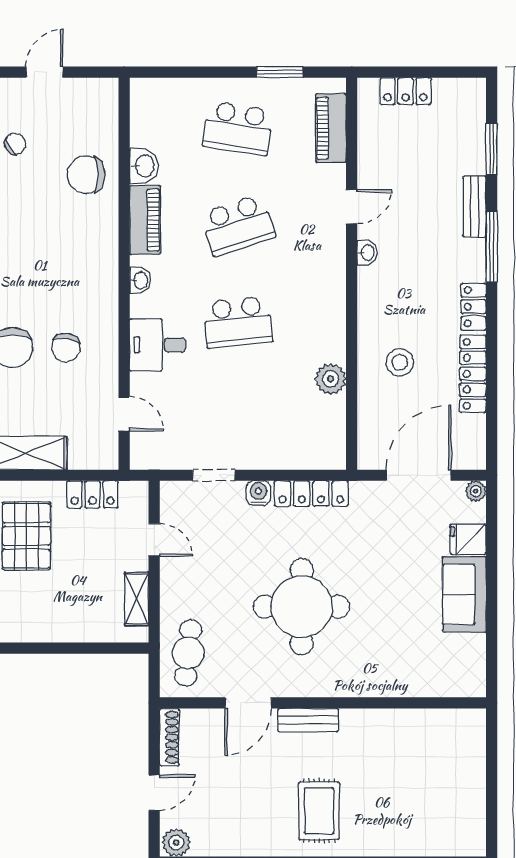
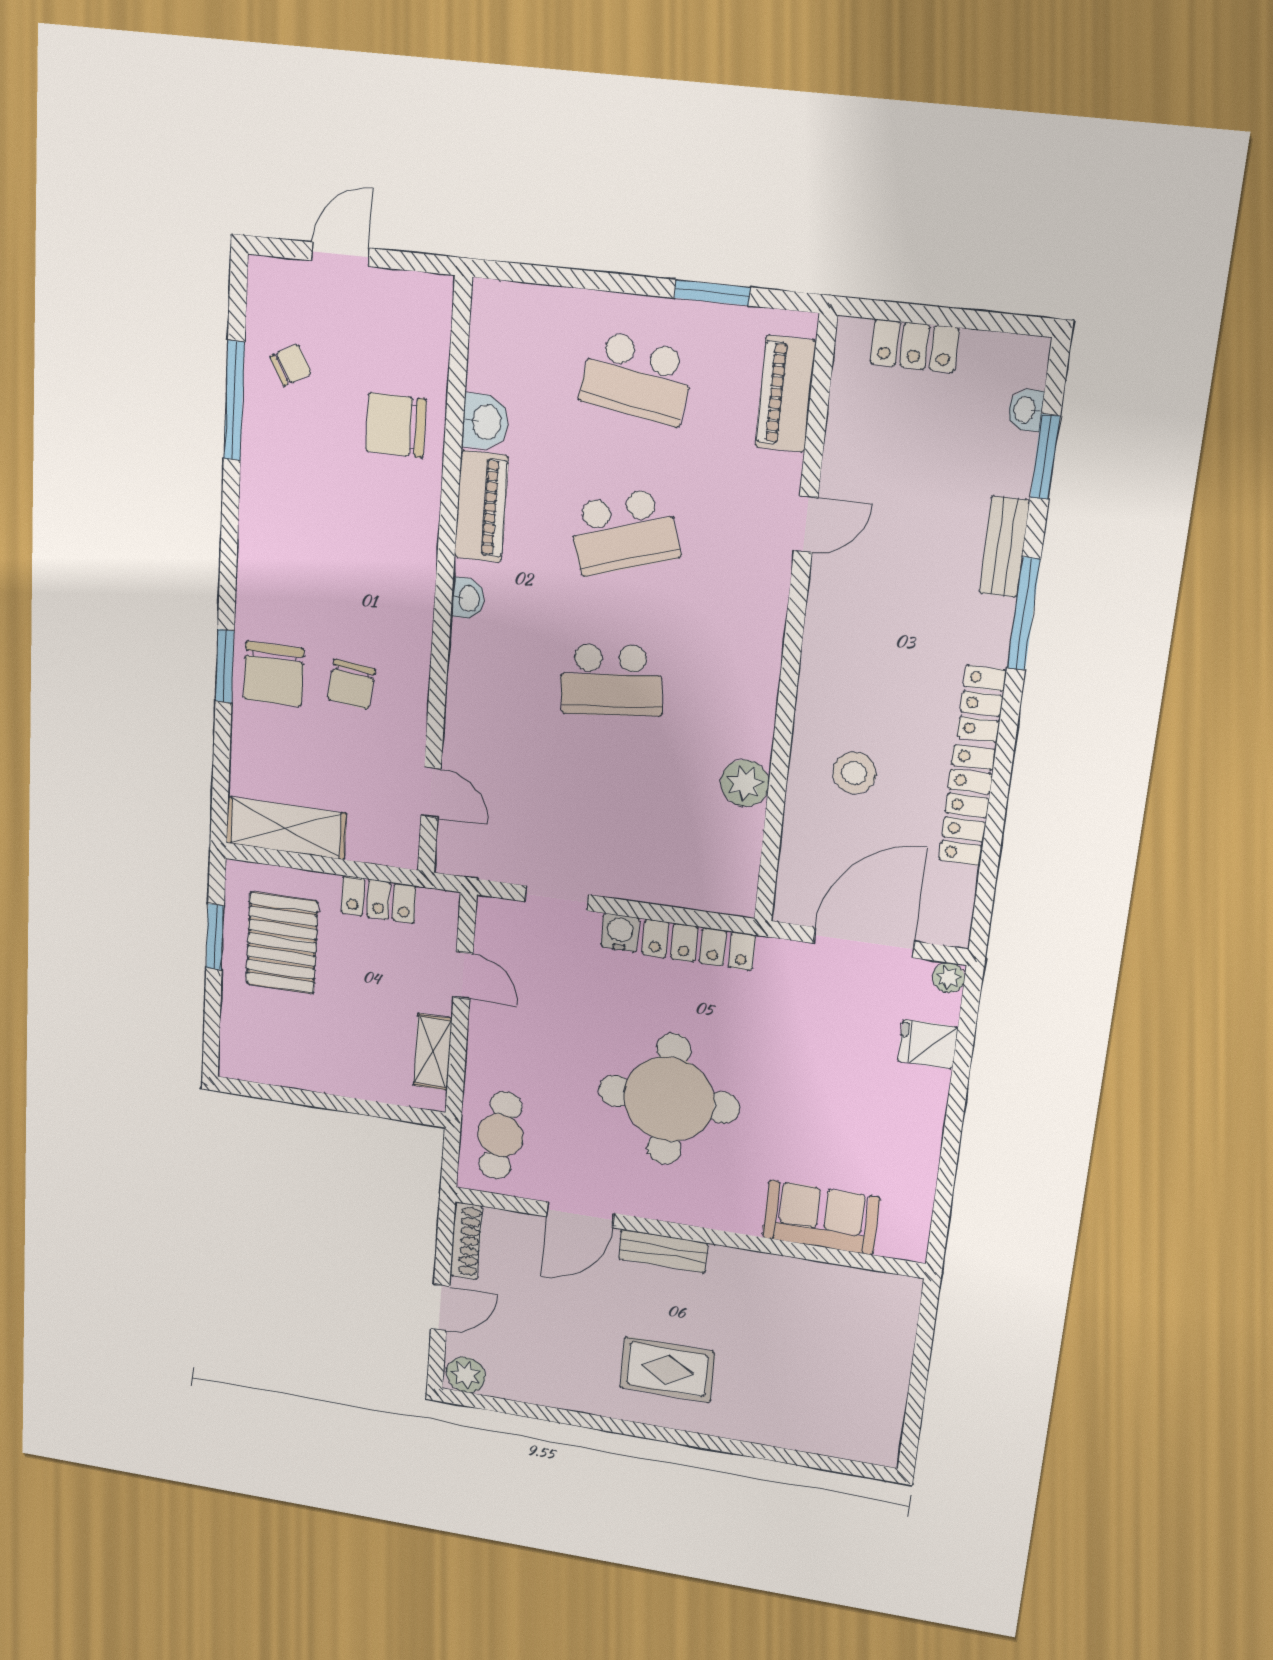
washbasin: (367, 253) -> (1025, 410), moved, turned 180
desk: (158, 345) -> (487, 698), removed
sofa: (464, 594) -> (821, 1217), moved, turned 90
rug: (319, 811) -> (667, 1370), turned 90

